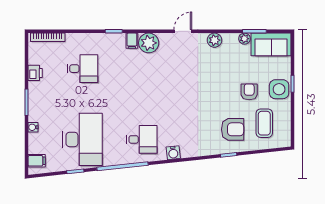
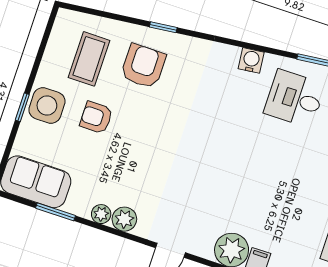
plant: (244, 39) -> (101, 214), moved
armchair: (249, 92) -> (96, 117), turned 90
armchair: (233, 129) -> (143, 66), turned 90

